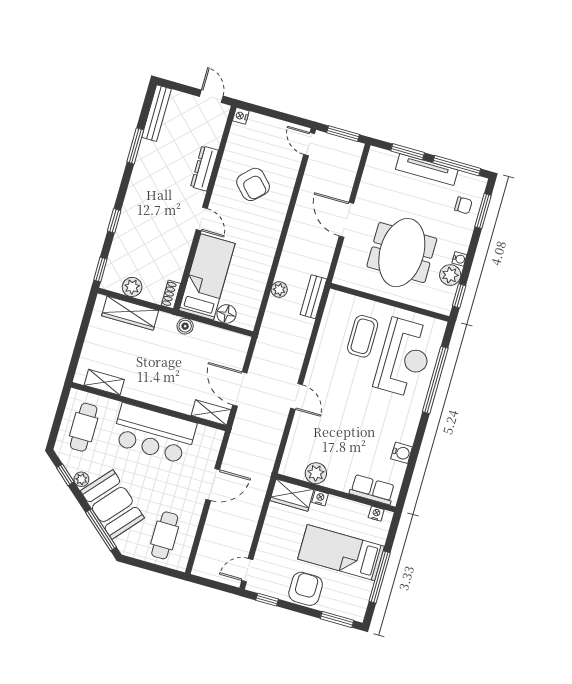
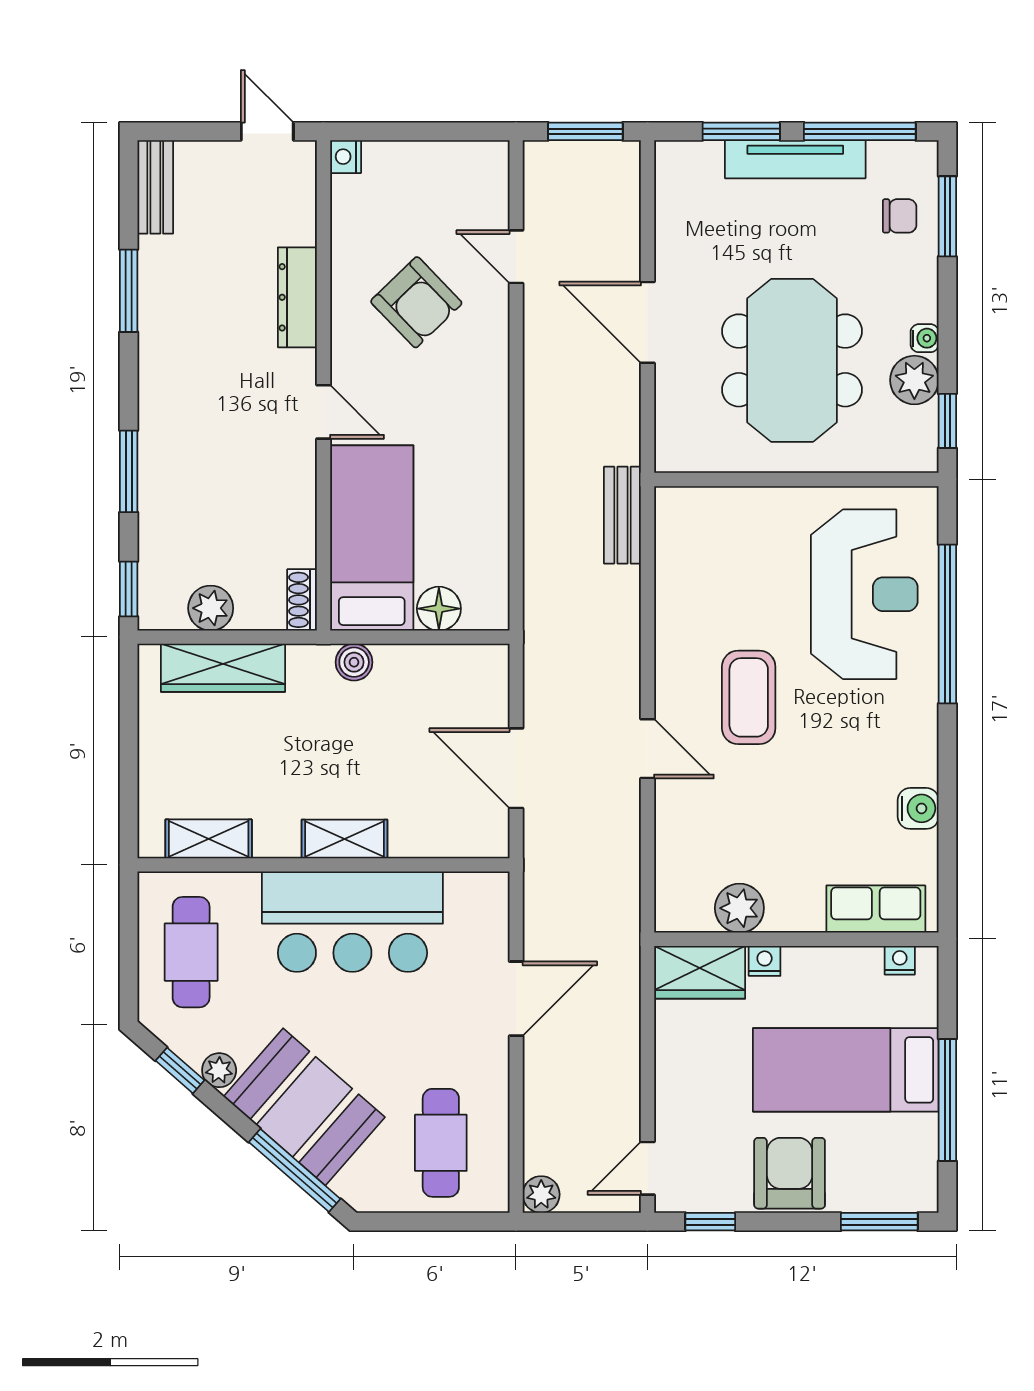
bench: (156, 113) -> (155, 187), width x0.73
door: (309, 144) -> (516, 257), moved
window: (114, 221) -> (129, 471), width x1.50
plant: (279, 290) -> (541, 1194), moved
coffee table: (363, 336) -> (749, 697), moved
shelving: (211, 413) -> (344, 839), moved

